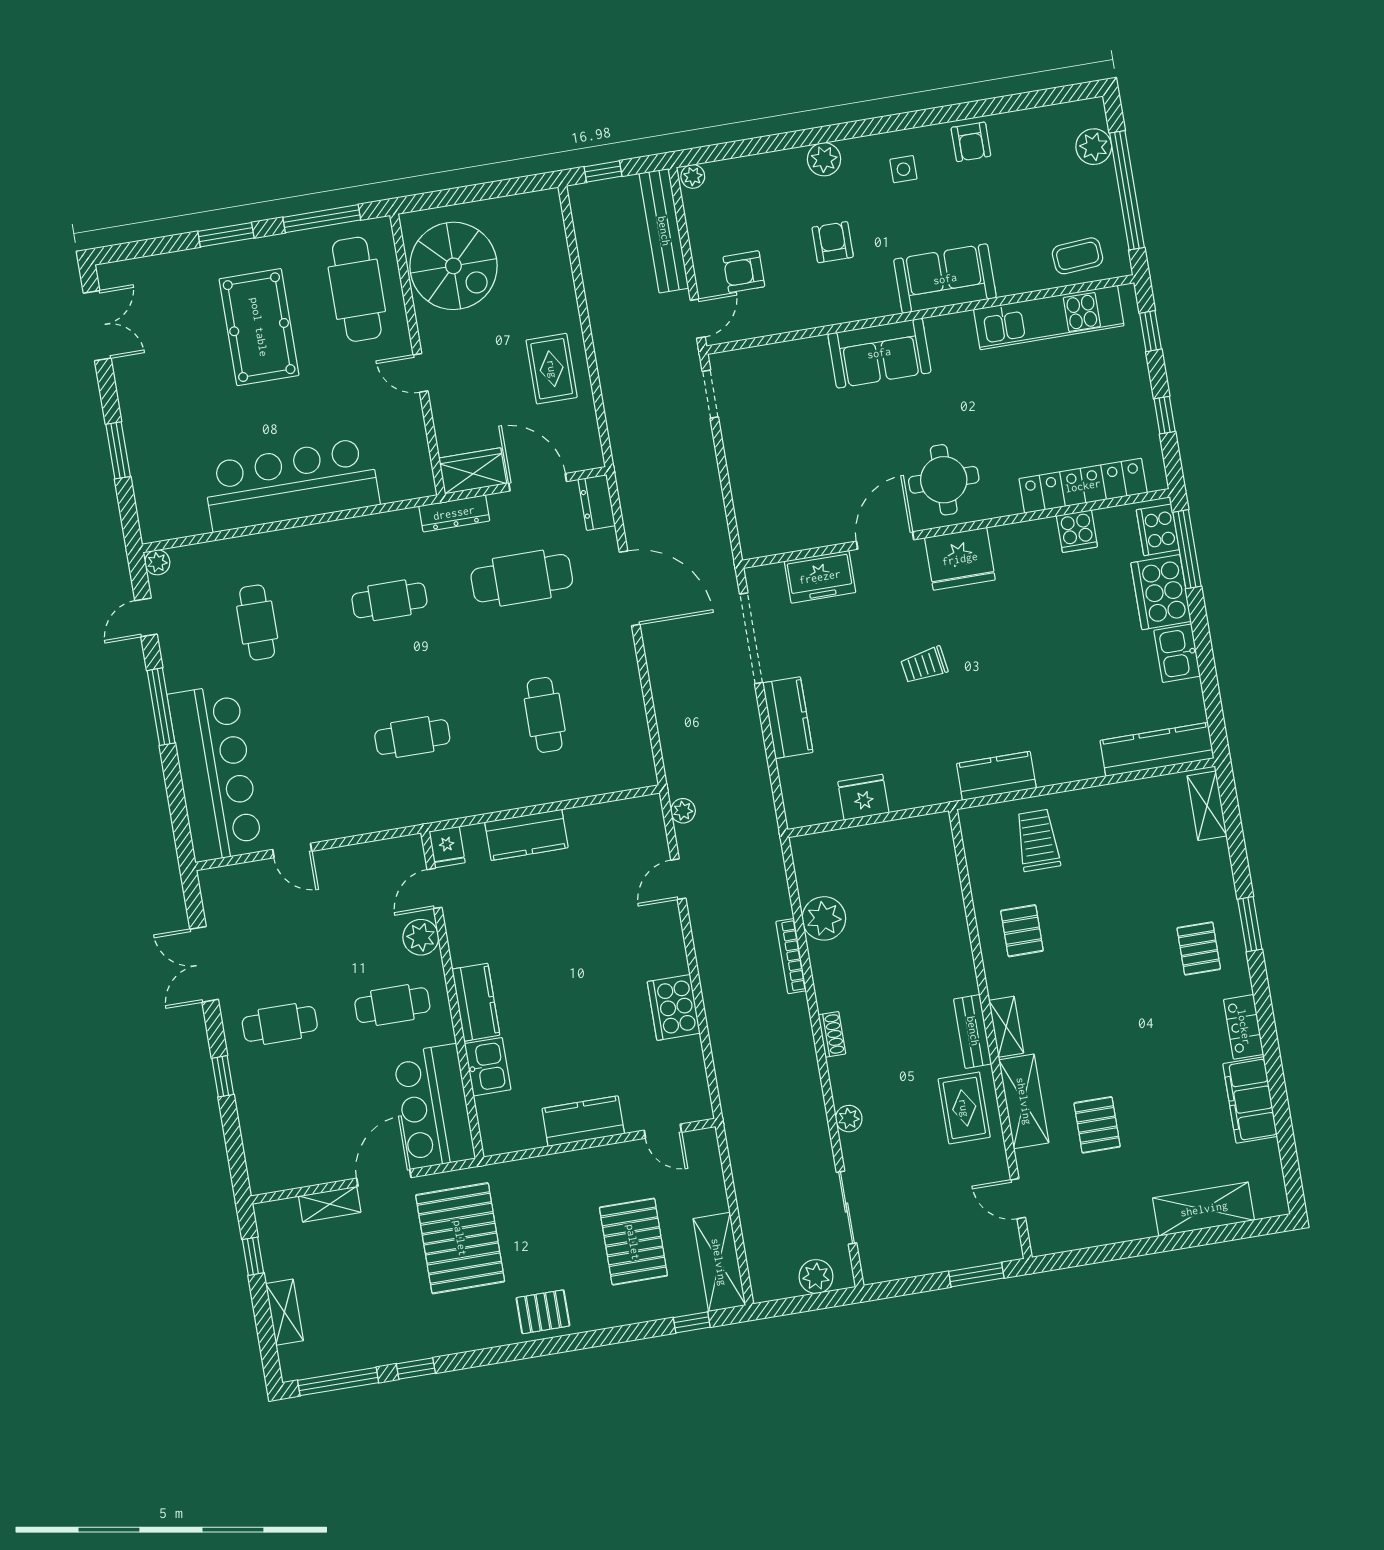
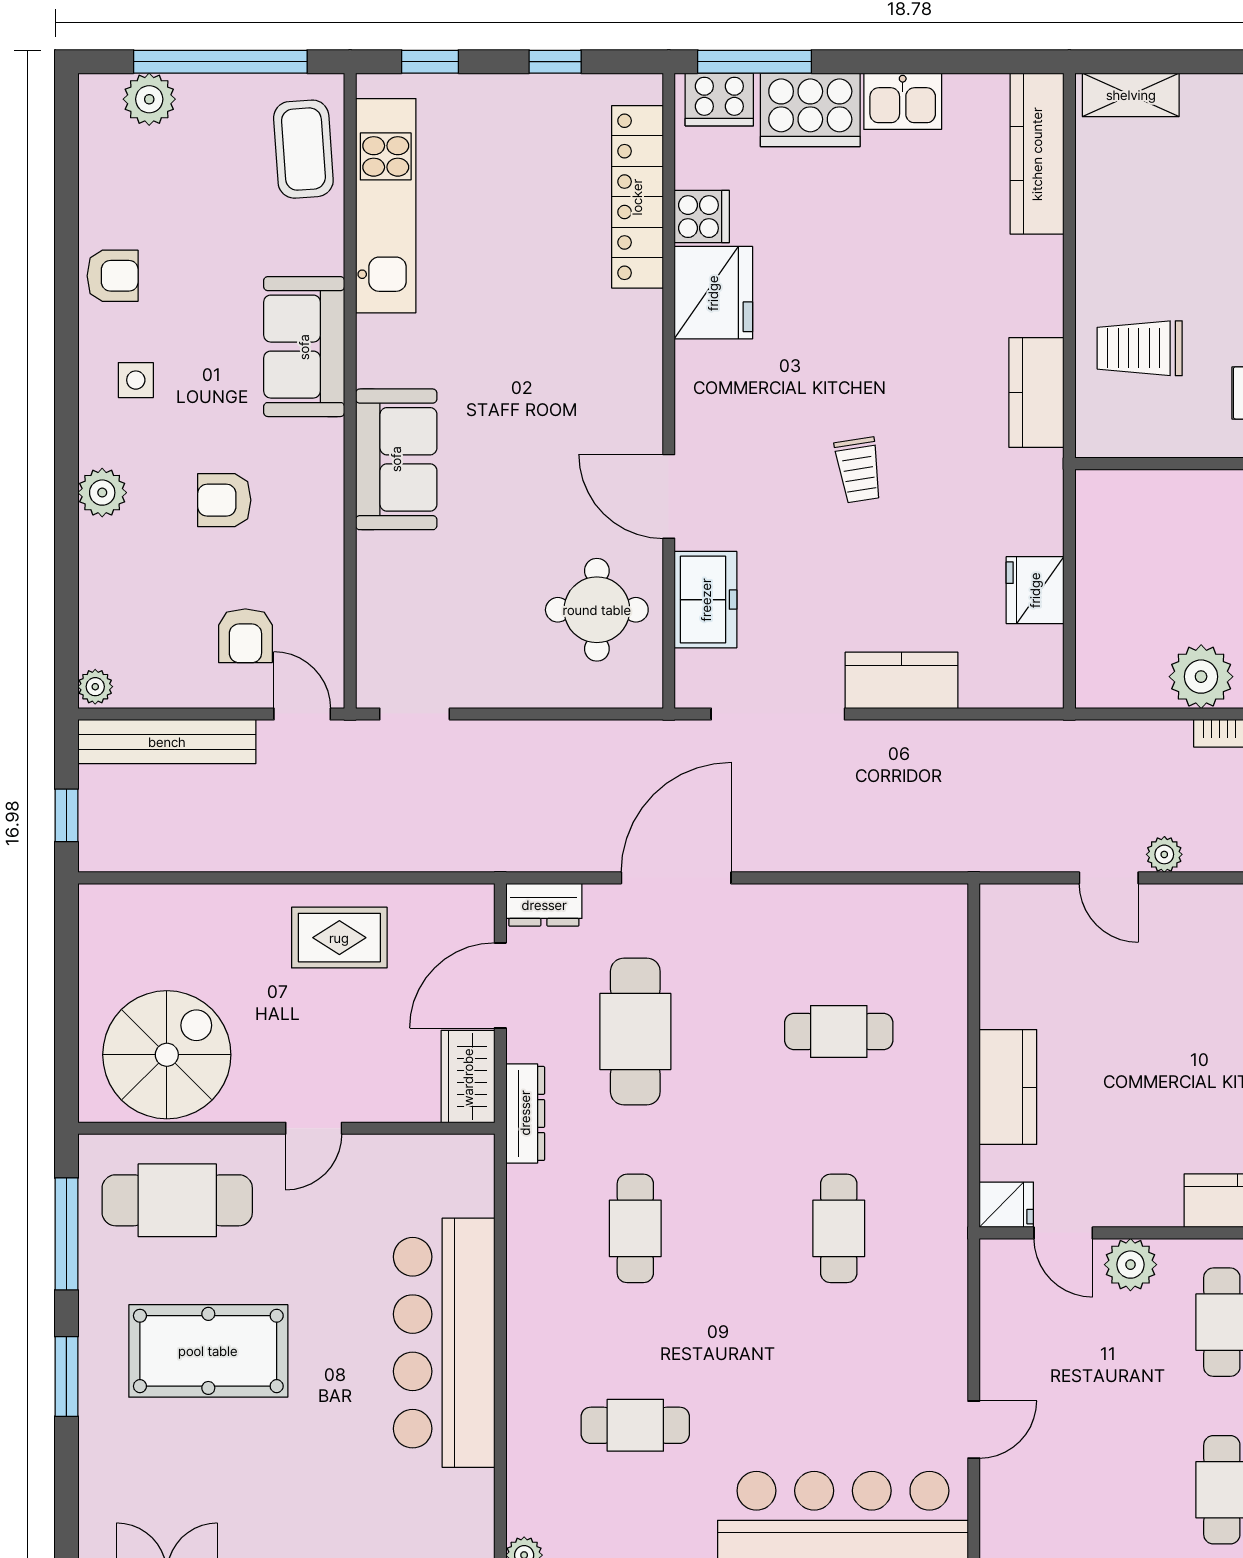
coffee table: (1078, 256) -> (303, 149), width x1.36, depth x1.30
round table: (944, 480) -> (597, 610), moved
fridge: (960, 559) -> (713, 293), moved
plant: (683, 811) -> (1164, 854), moved

